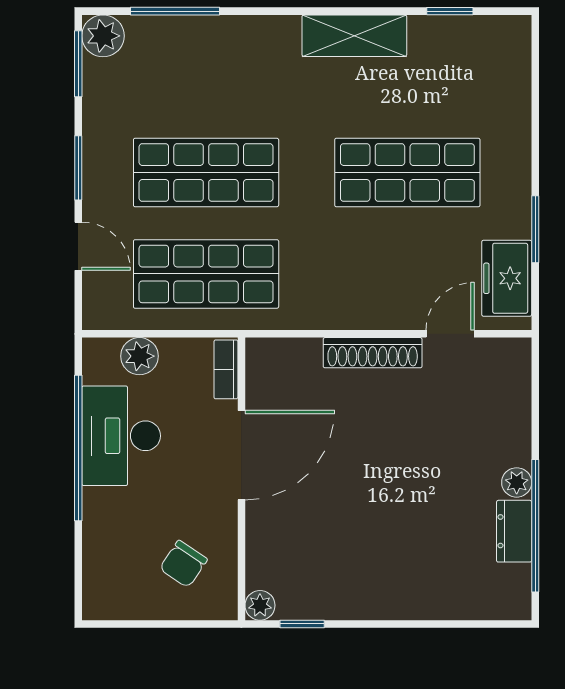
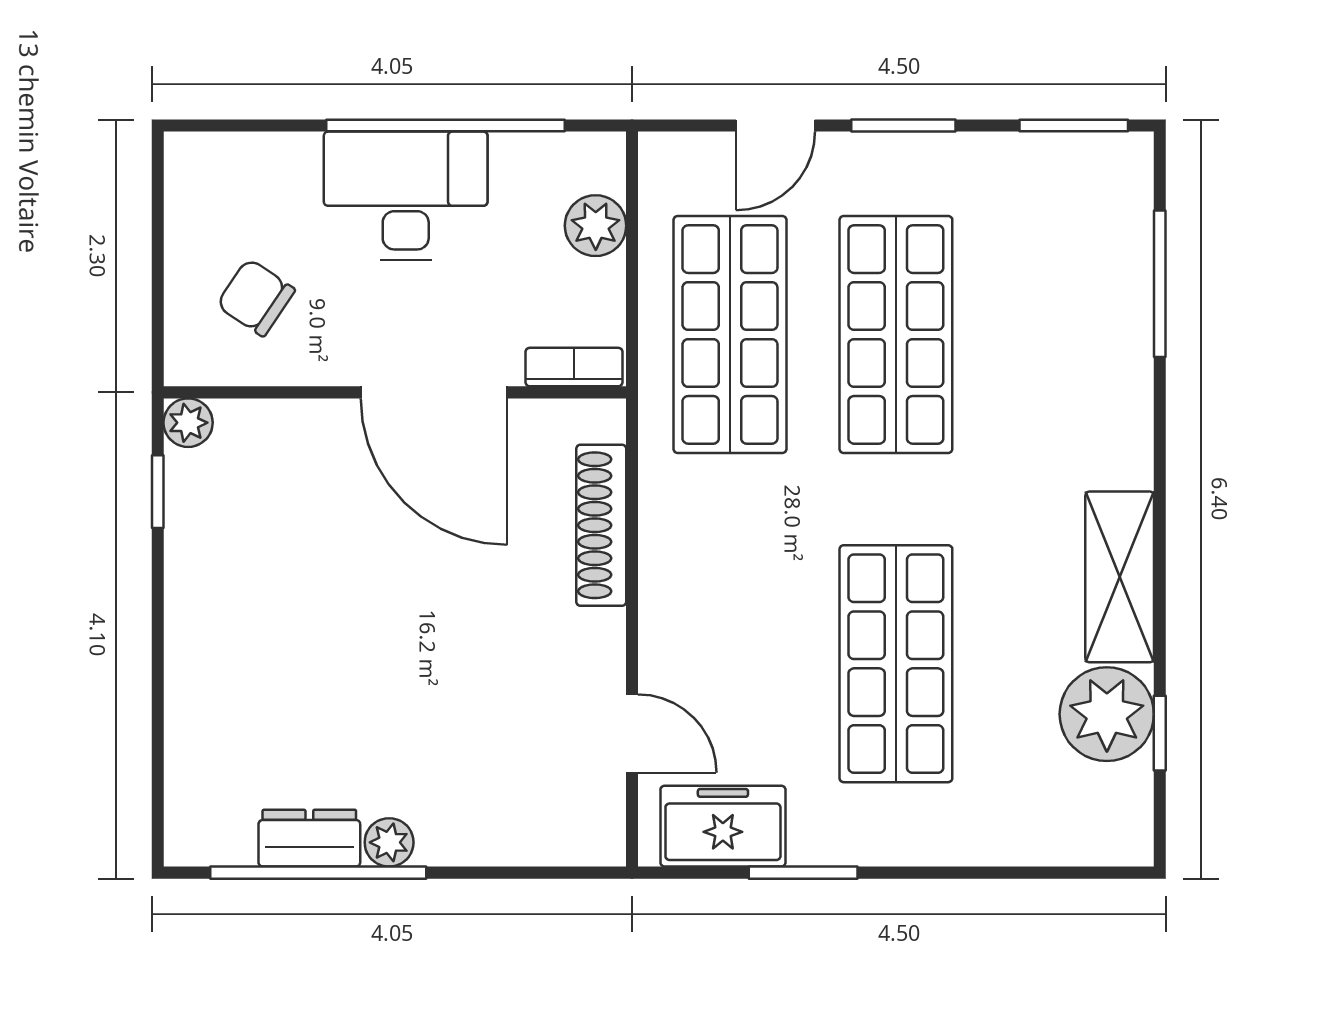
plant: (103, 36) -> (1107, 714), moved, width x1.36, depth x1.36
shoe rack: (373, 353) -> (601, 525), moved
desk: (121, 436) -> (406, 196), moved

